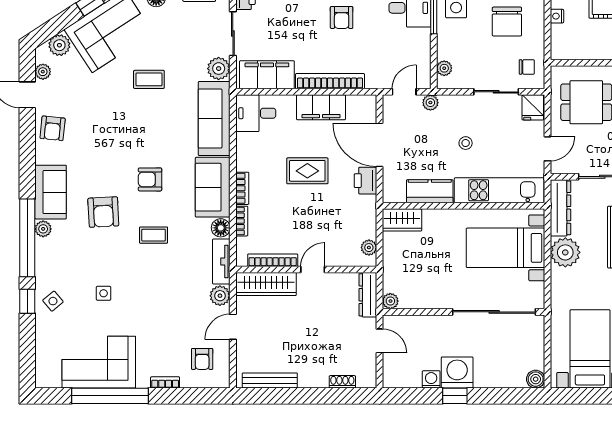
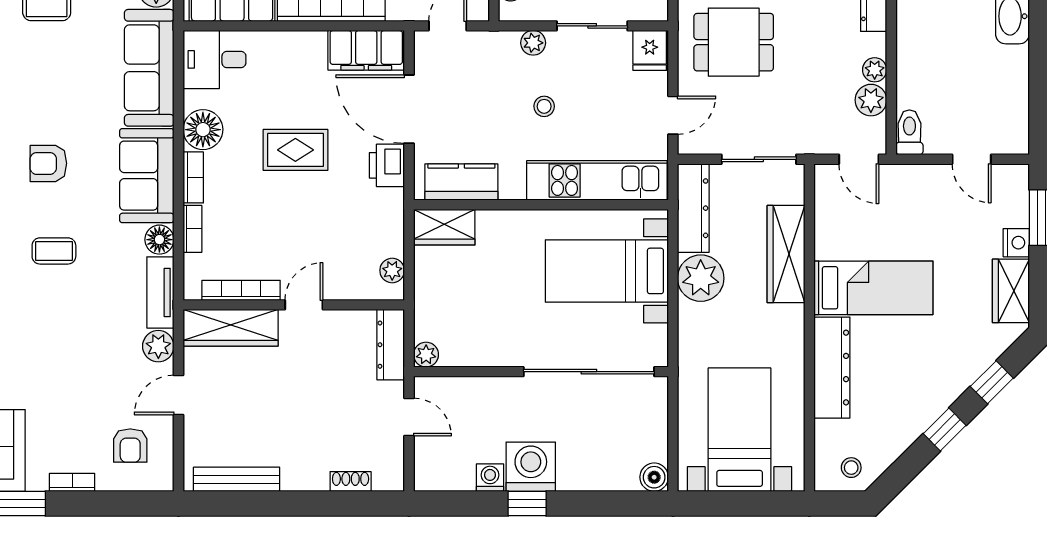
plant: (430, 103) -> (533, 43), moved
filing cabinet: (321, 107) -> (366, 50), moved
floor lamp: (248, 158) -> (203, 130), added
kitchen counter: (430, 191) -> (461, 182), moved

